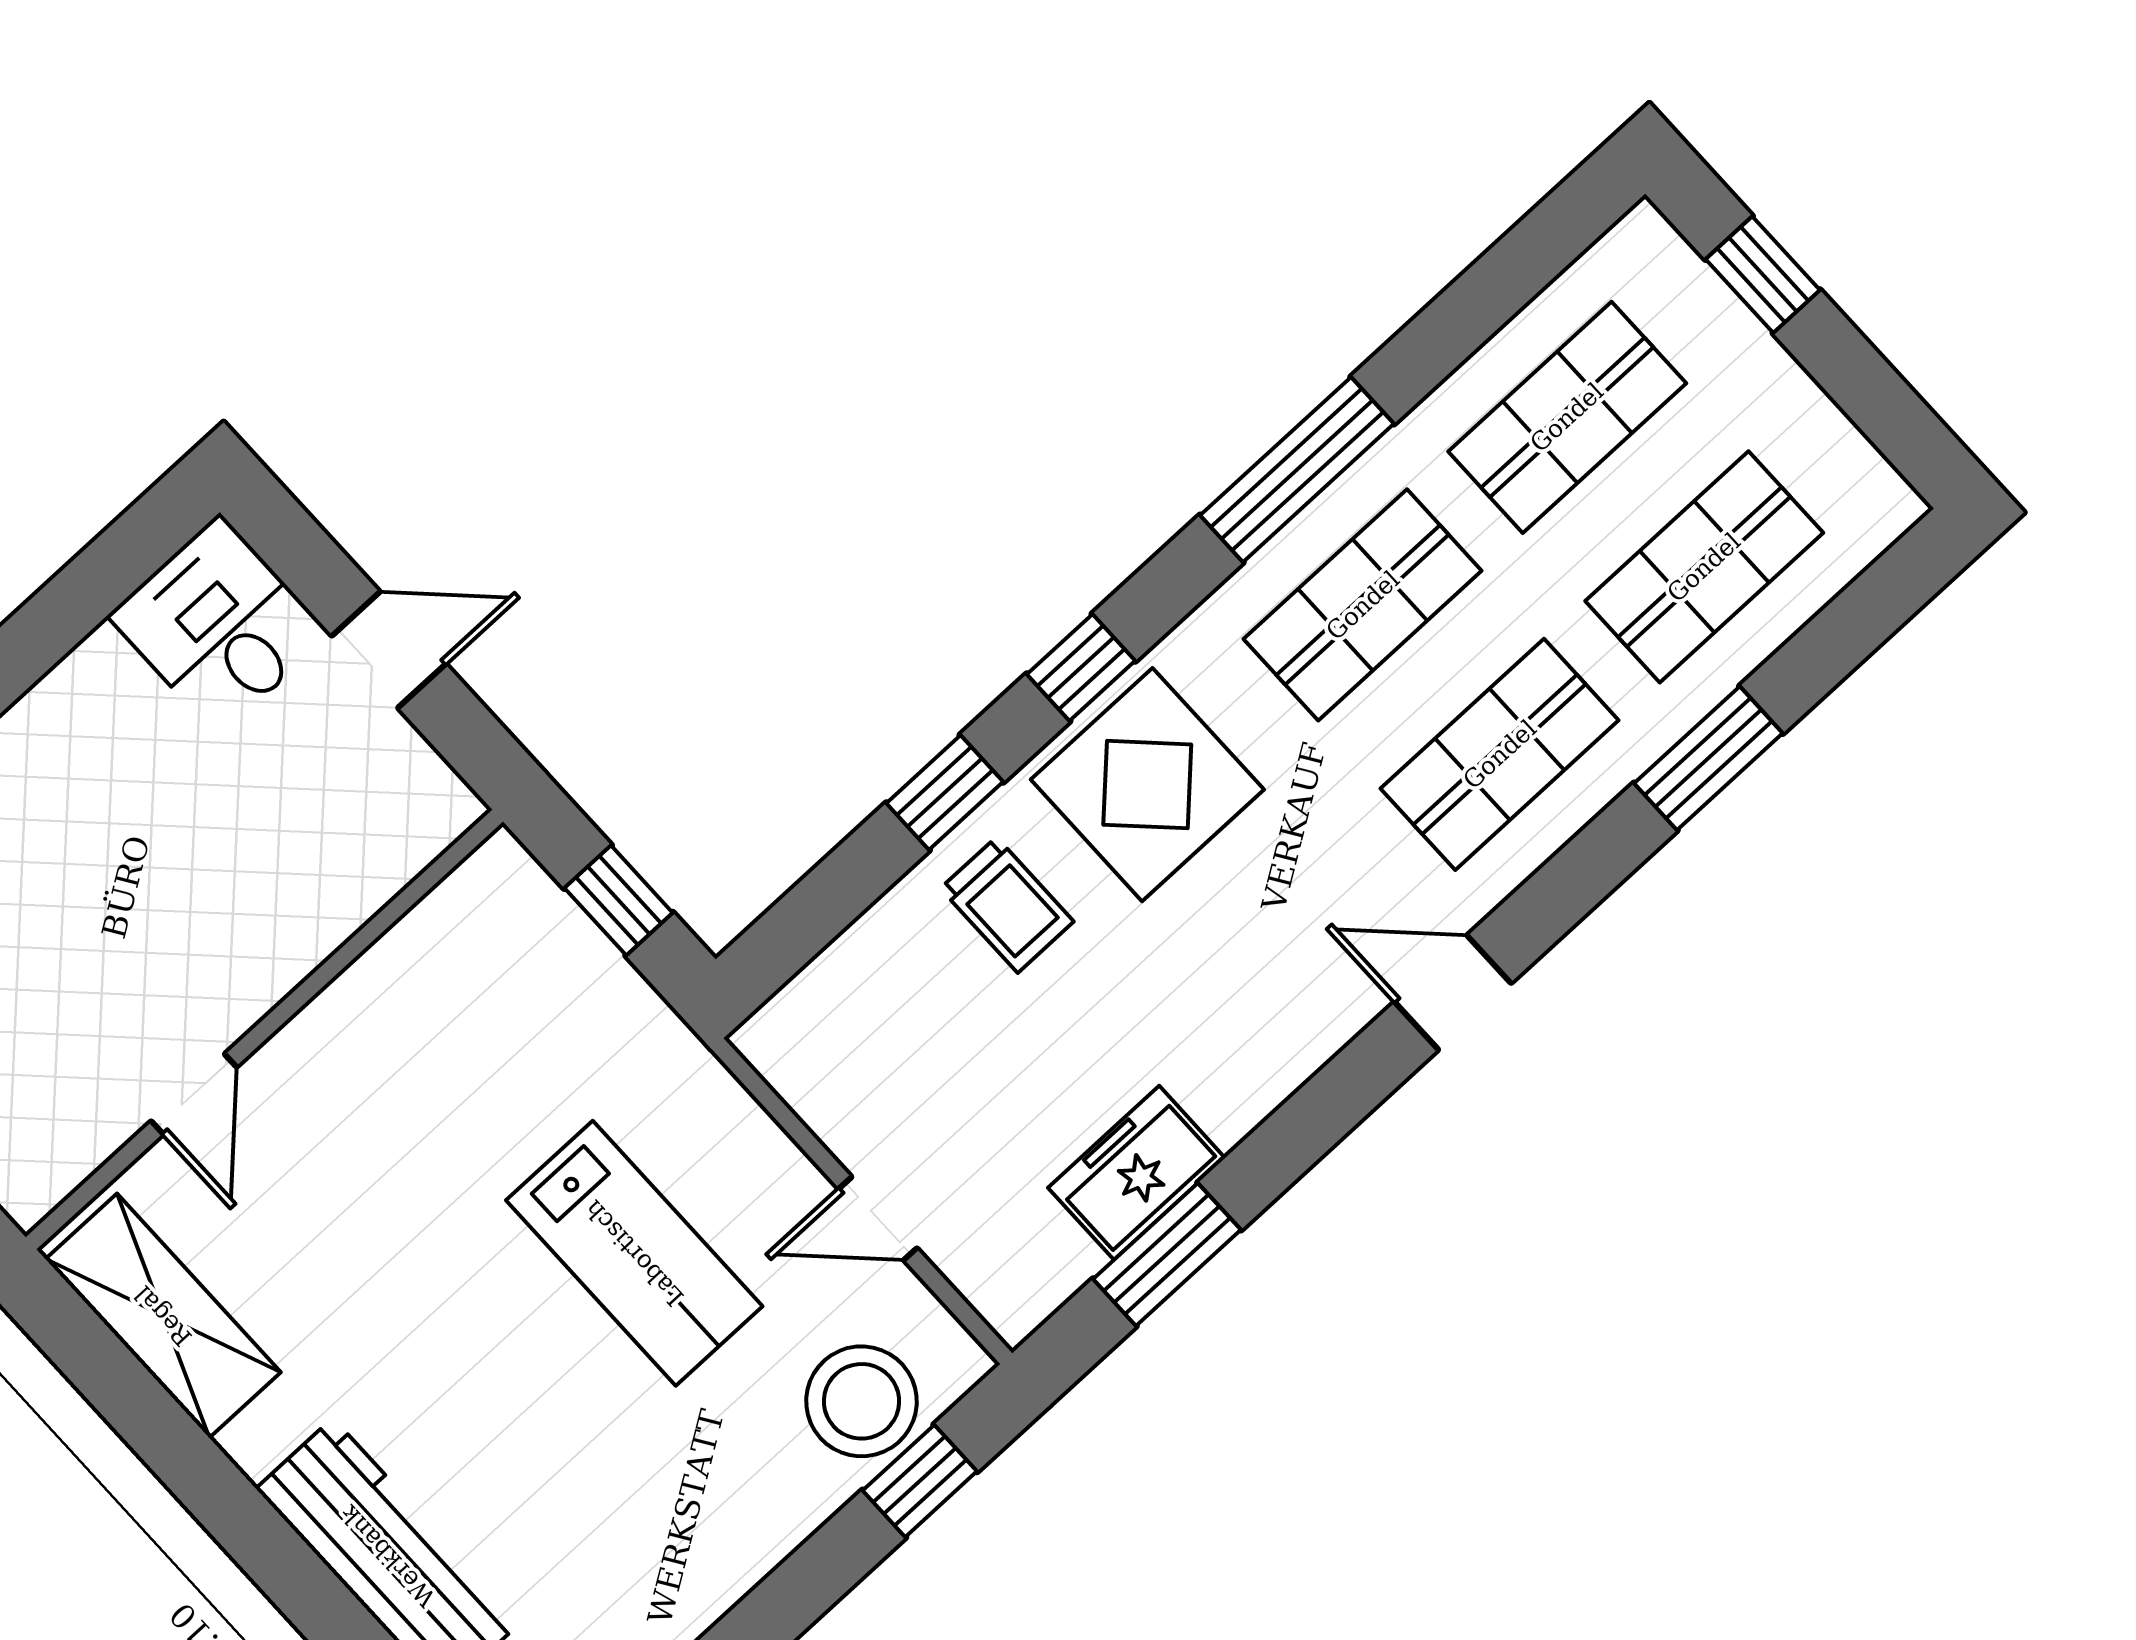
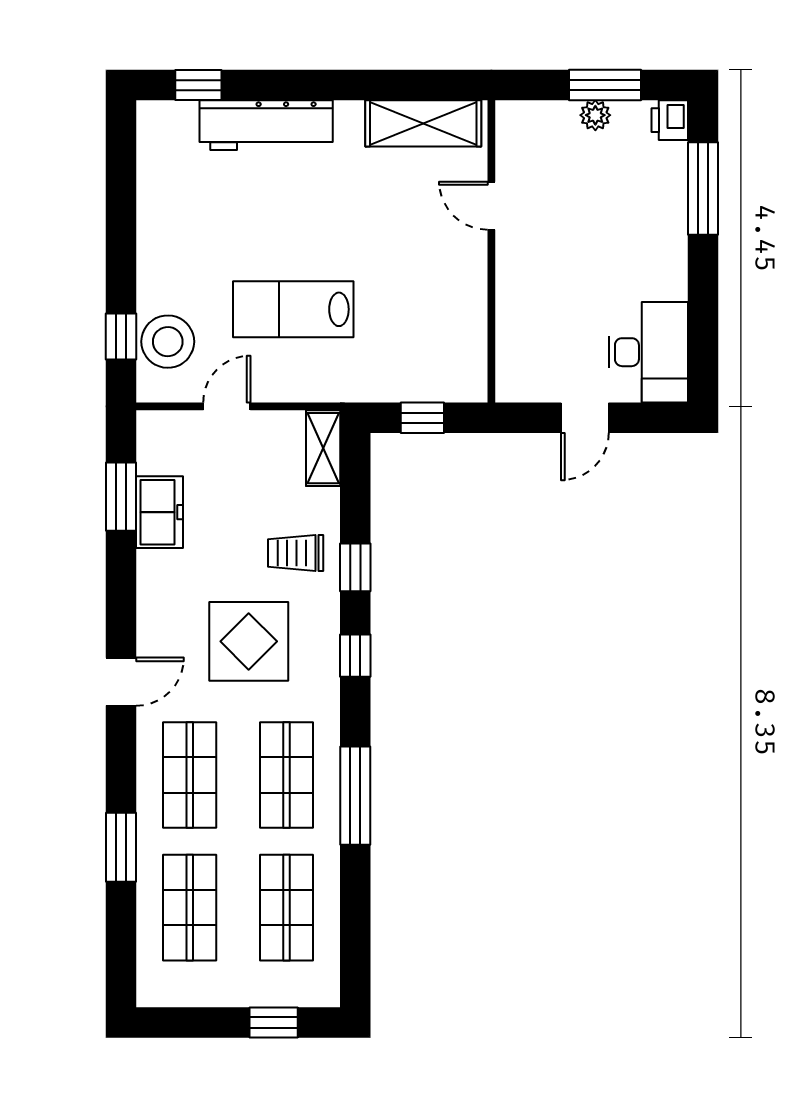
desk: (219, 625) -> (648, 352), width x1.37
display table: (1147, 785) -> (249, 641), moved
shelving: (806, 1011) -> (323, 448), added

